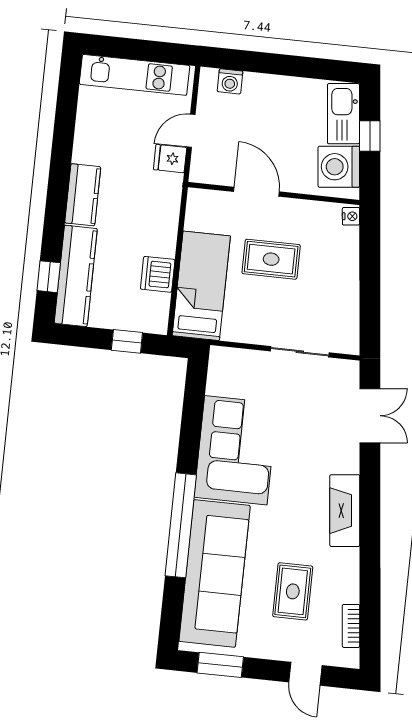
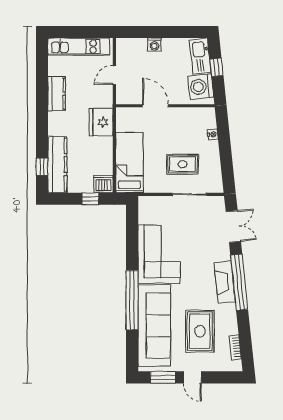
washing machine: (230, 81) -> (154, 45), moved
fridge: (170, 159) -> (101, 122), moved, width x1.88, depth x1.34
kitchen counter: (83, 195) -> (57, 94), moved
nightstand: (351, 216) -> (213, 134), moved
rug: (271, 259) -> (183, 164), moved
dishwasher: (158, 274) -> (103, 184), moved, turned 90
window: (370, 513) -> (239, 282), added
rug: (293, 591) -> (200, 331), width x1.36, depth x1.43
door: (305, 674) -> (192, 377), moved

